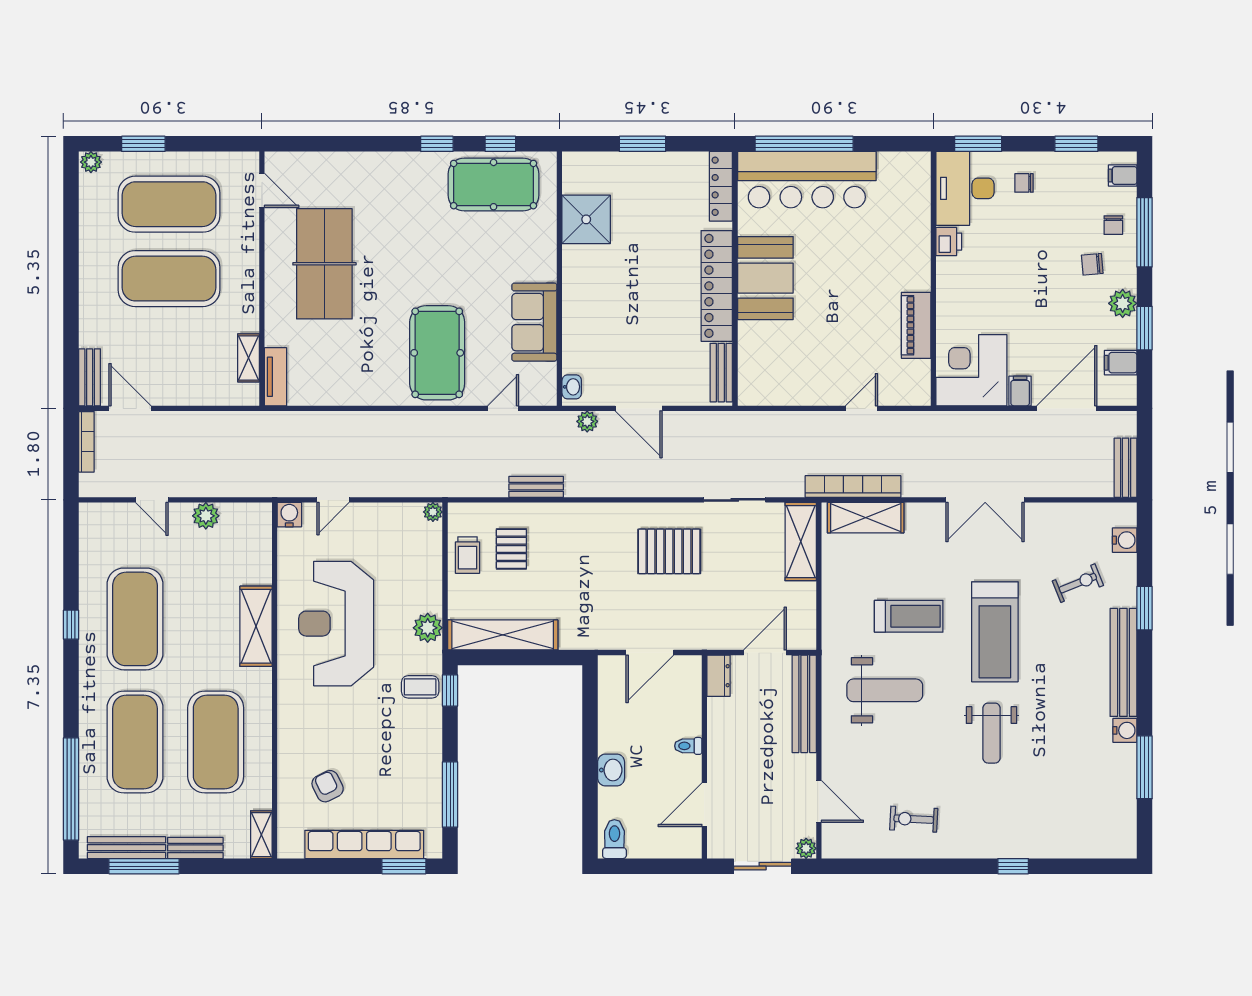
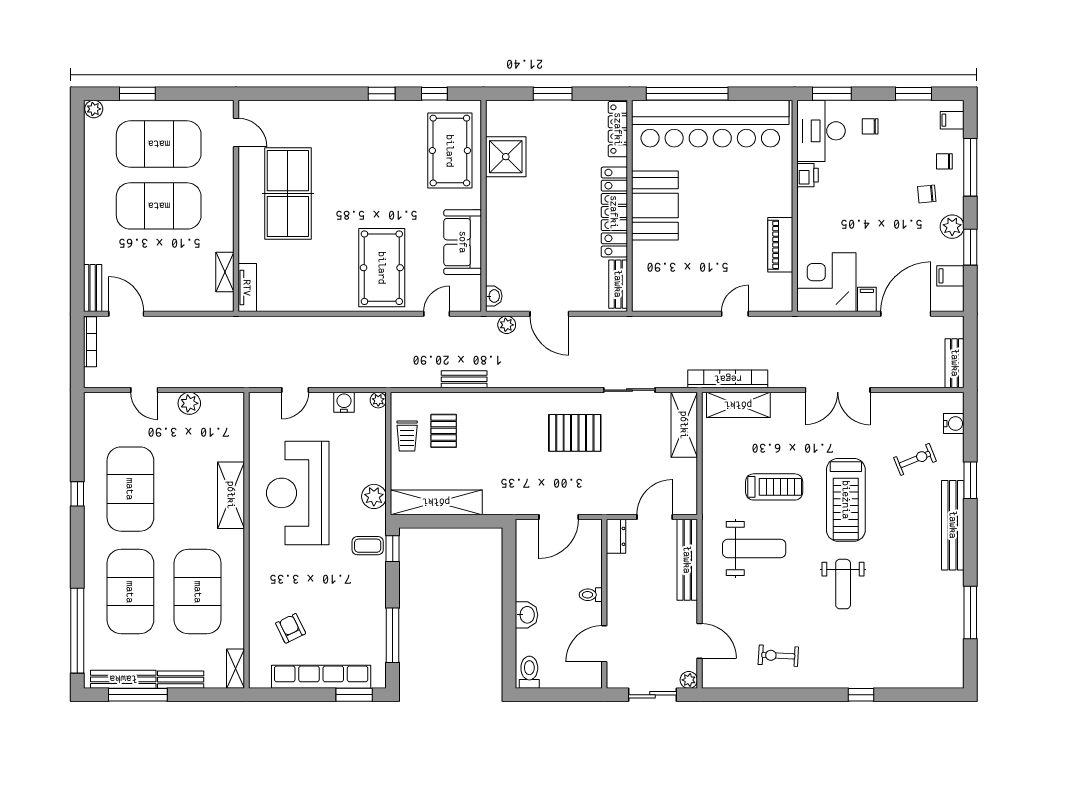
bar counter: (807, 180) -> (710, 124), width x1.36
pool table: (494, 185) -> (450, 151), moved, turned 90
chair: (1113, 225) -> (944, 161), turned 90
water cooler: (289, 515) -> (344, 402), moved
water cooler: (1125, 730) -> (954, 582), removed

